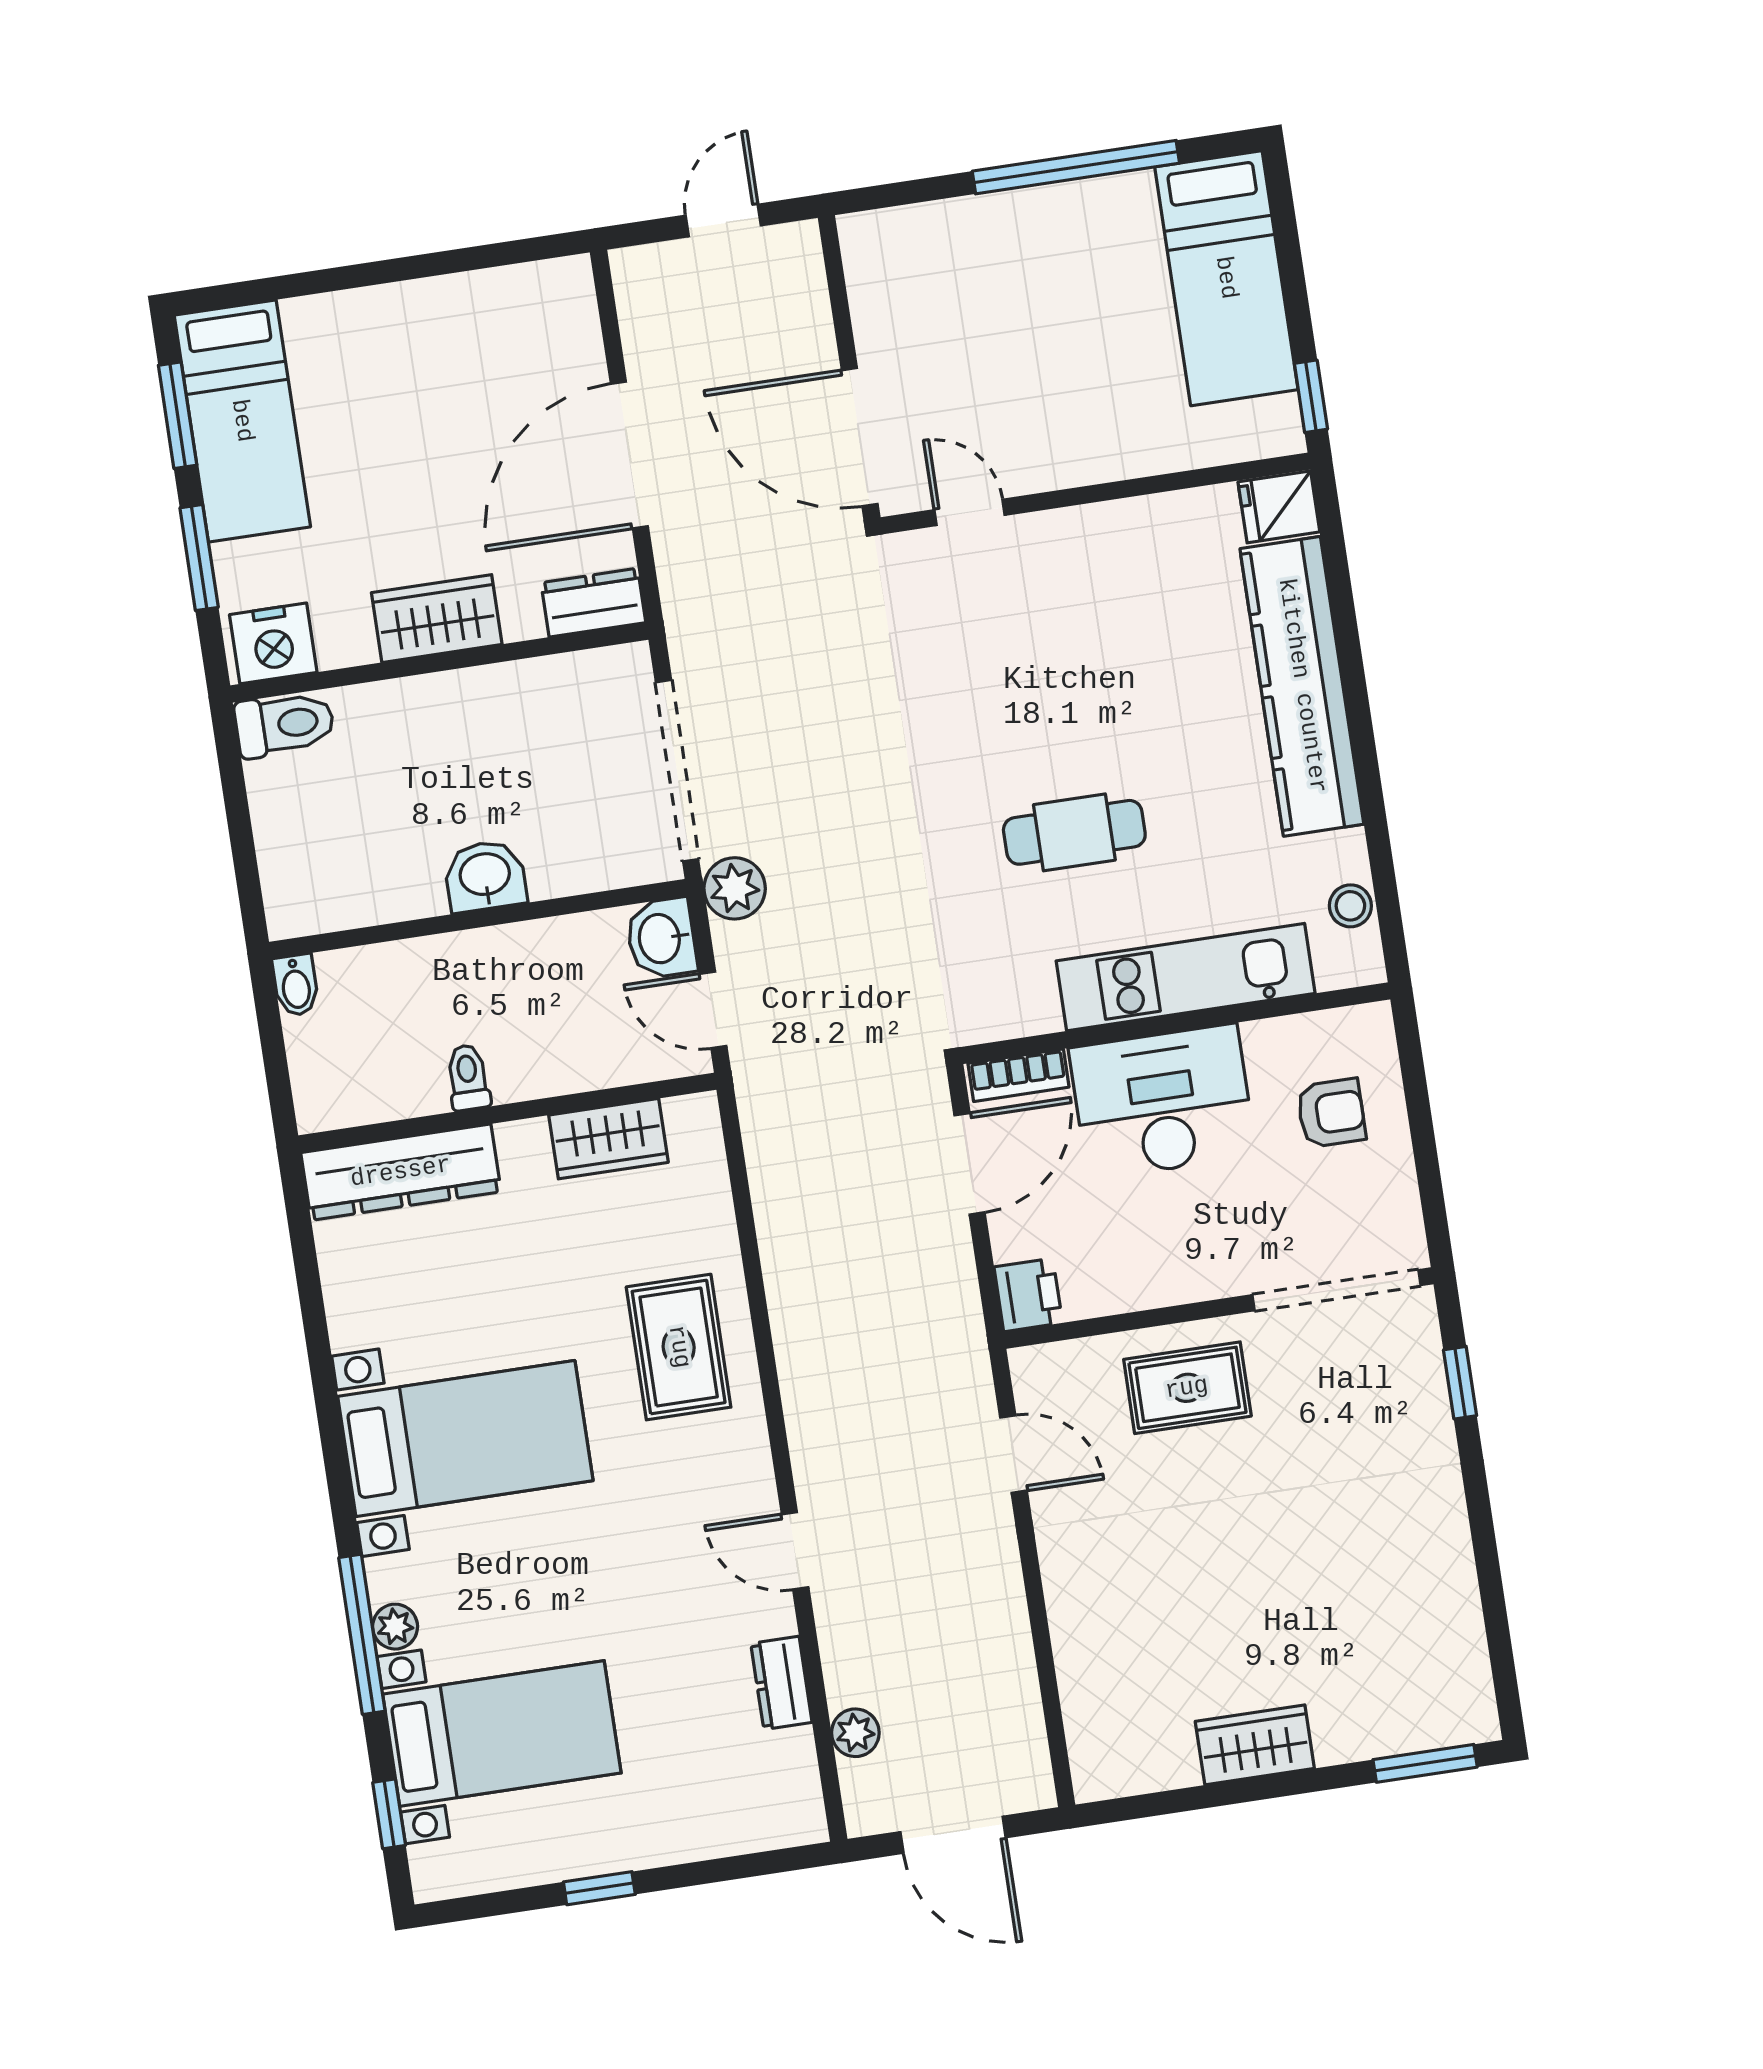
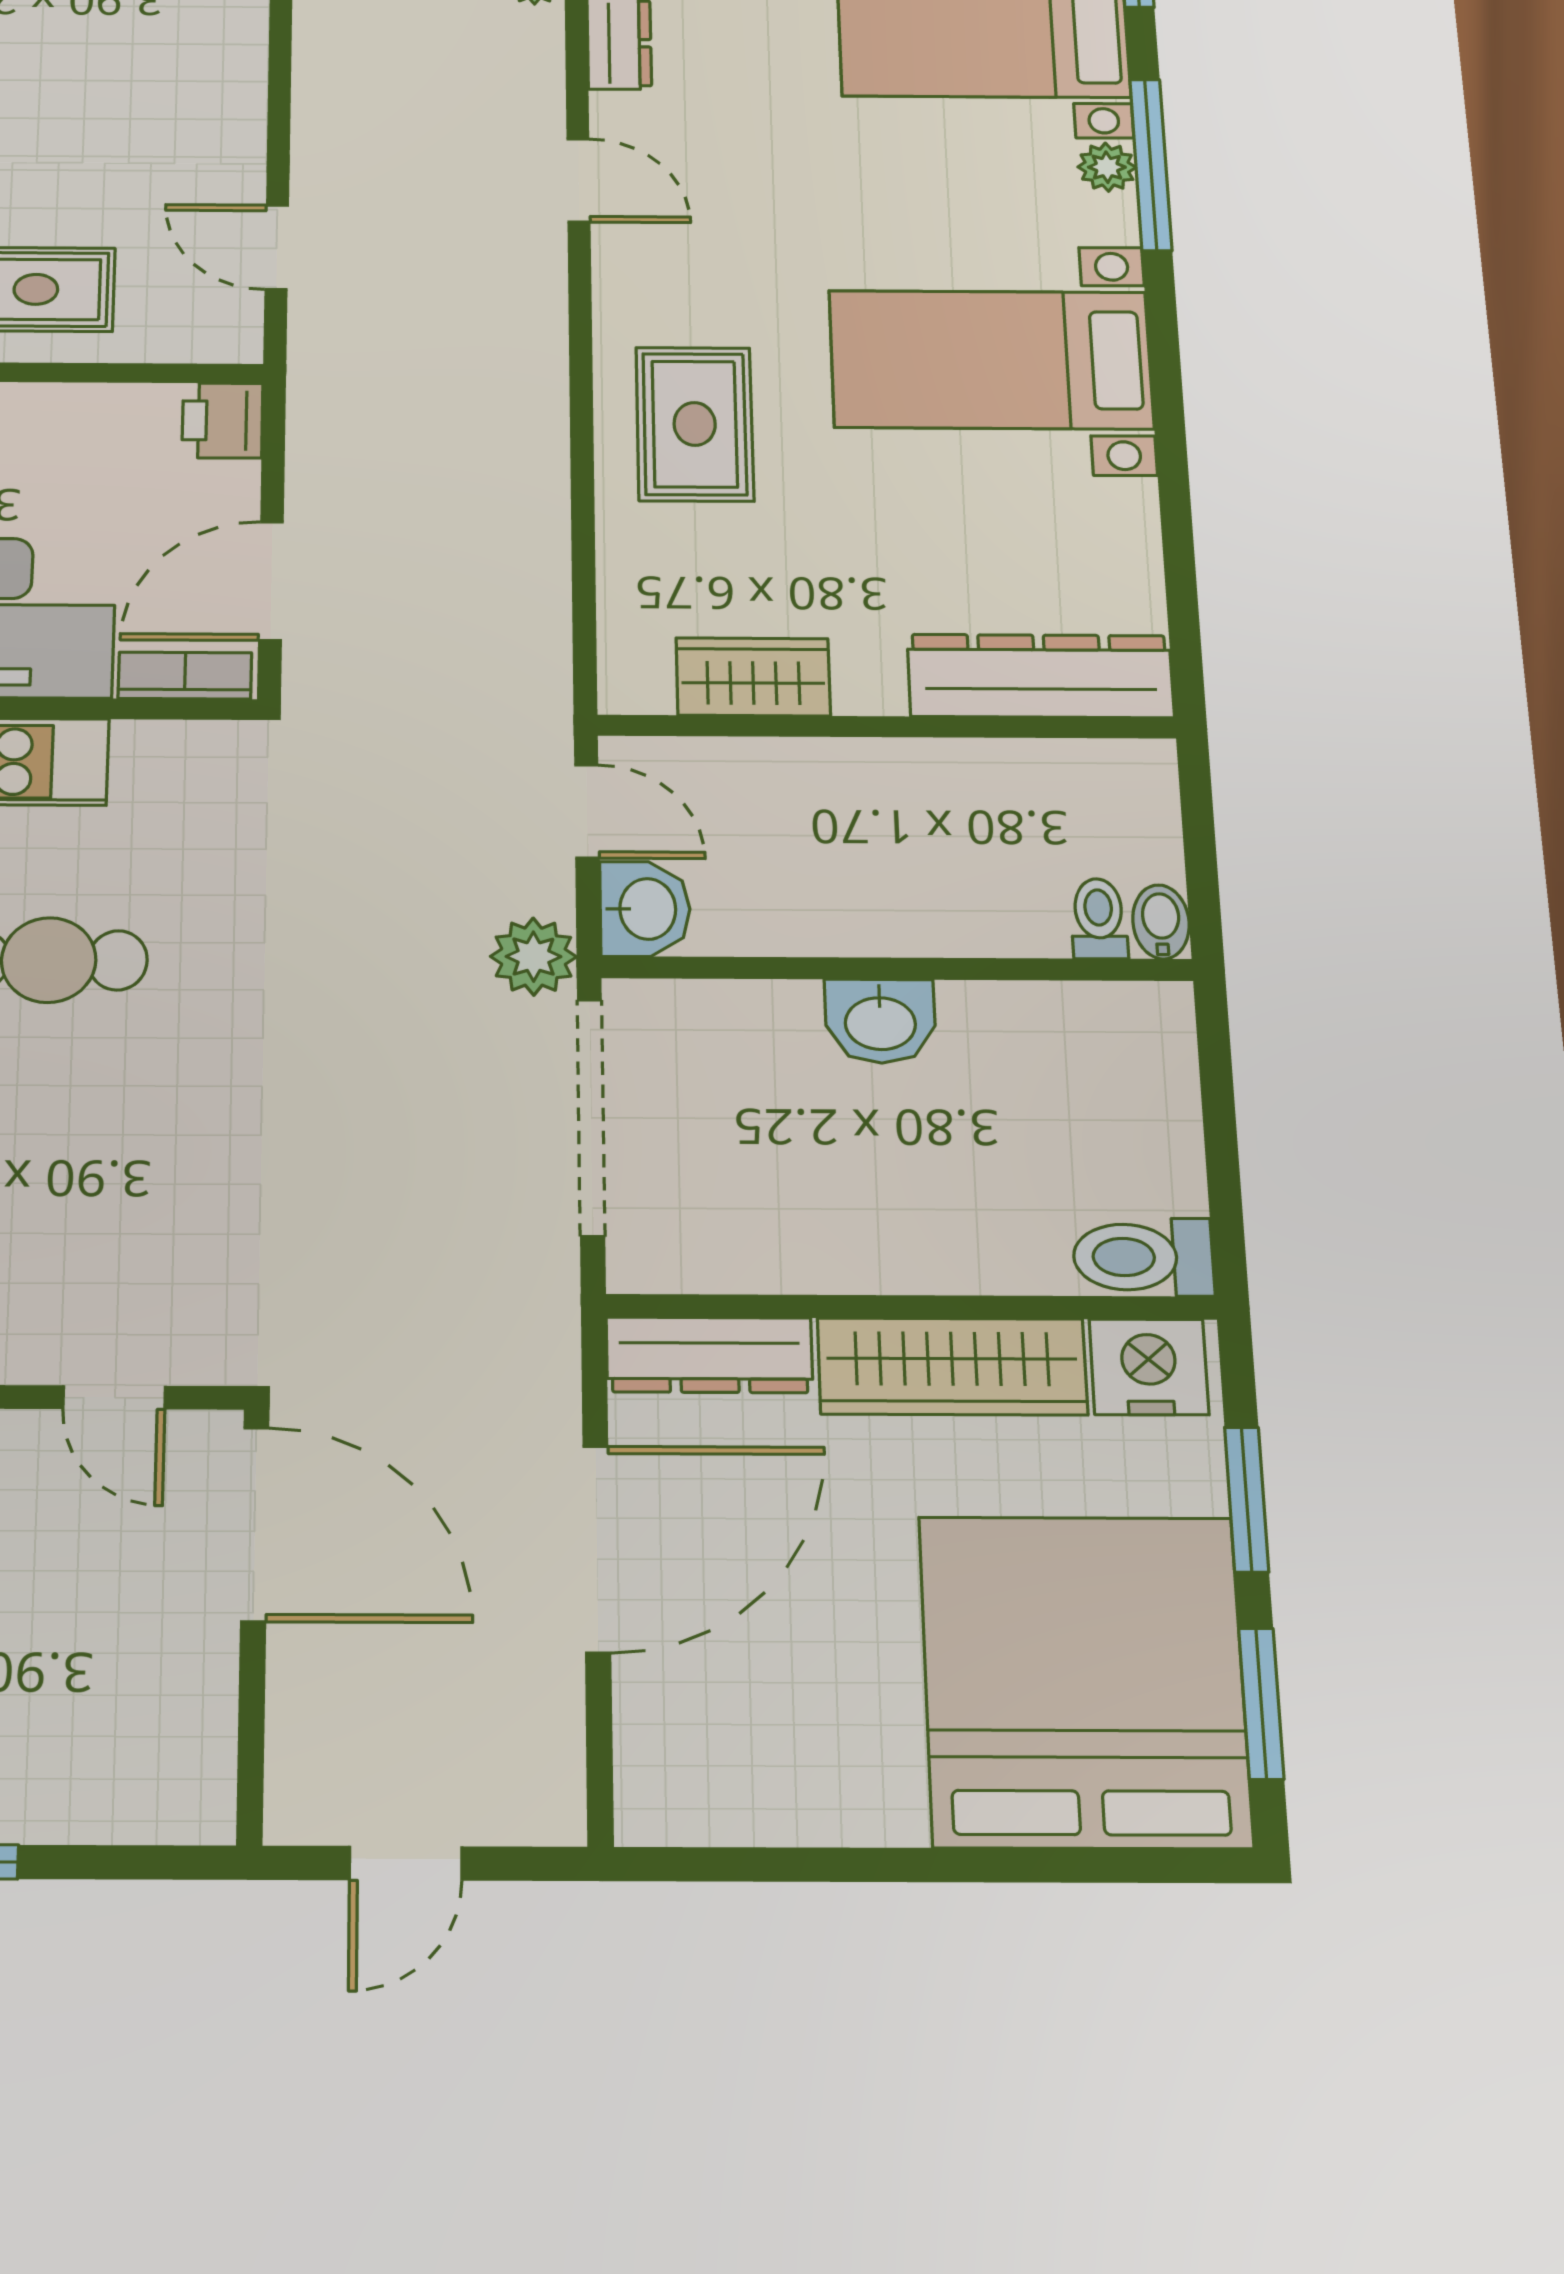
bed: (242, 421) -> (1084, 1681), width x2.04
dresser: (593, 603) -> (709, 1355), width x1.44
wardrobe: (437, 619) -> (952, 1366), width x1.50
toilet: (468, 1078) -> (1099, 919), moved, turned 180

